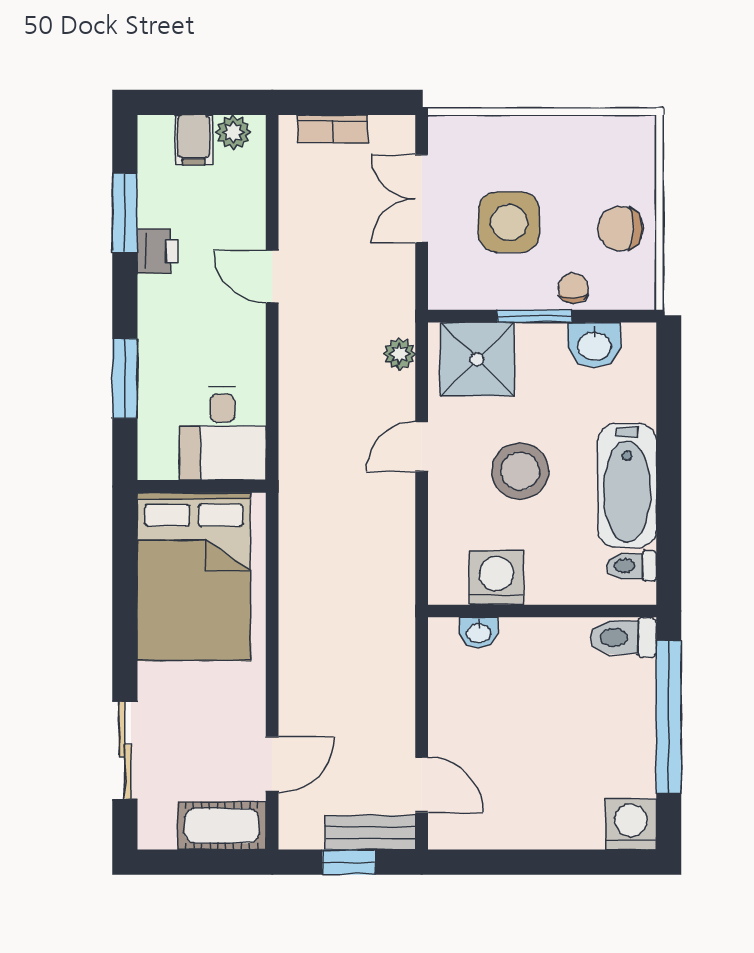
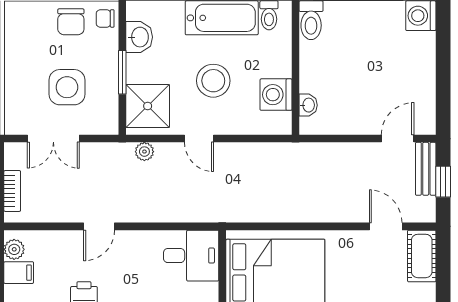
chair: (573, 288) -> (105, 18), moved

